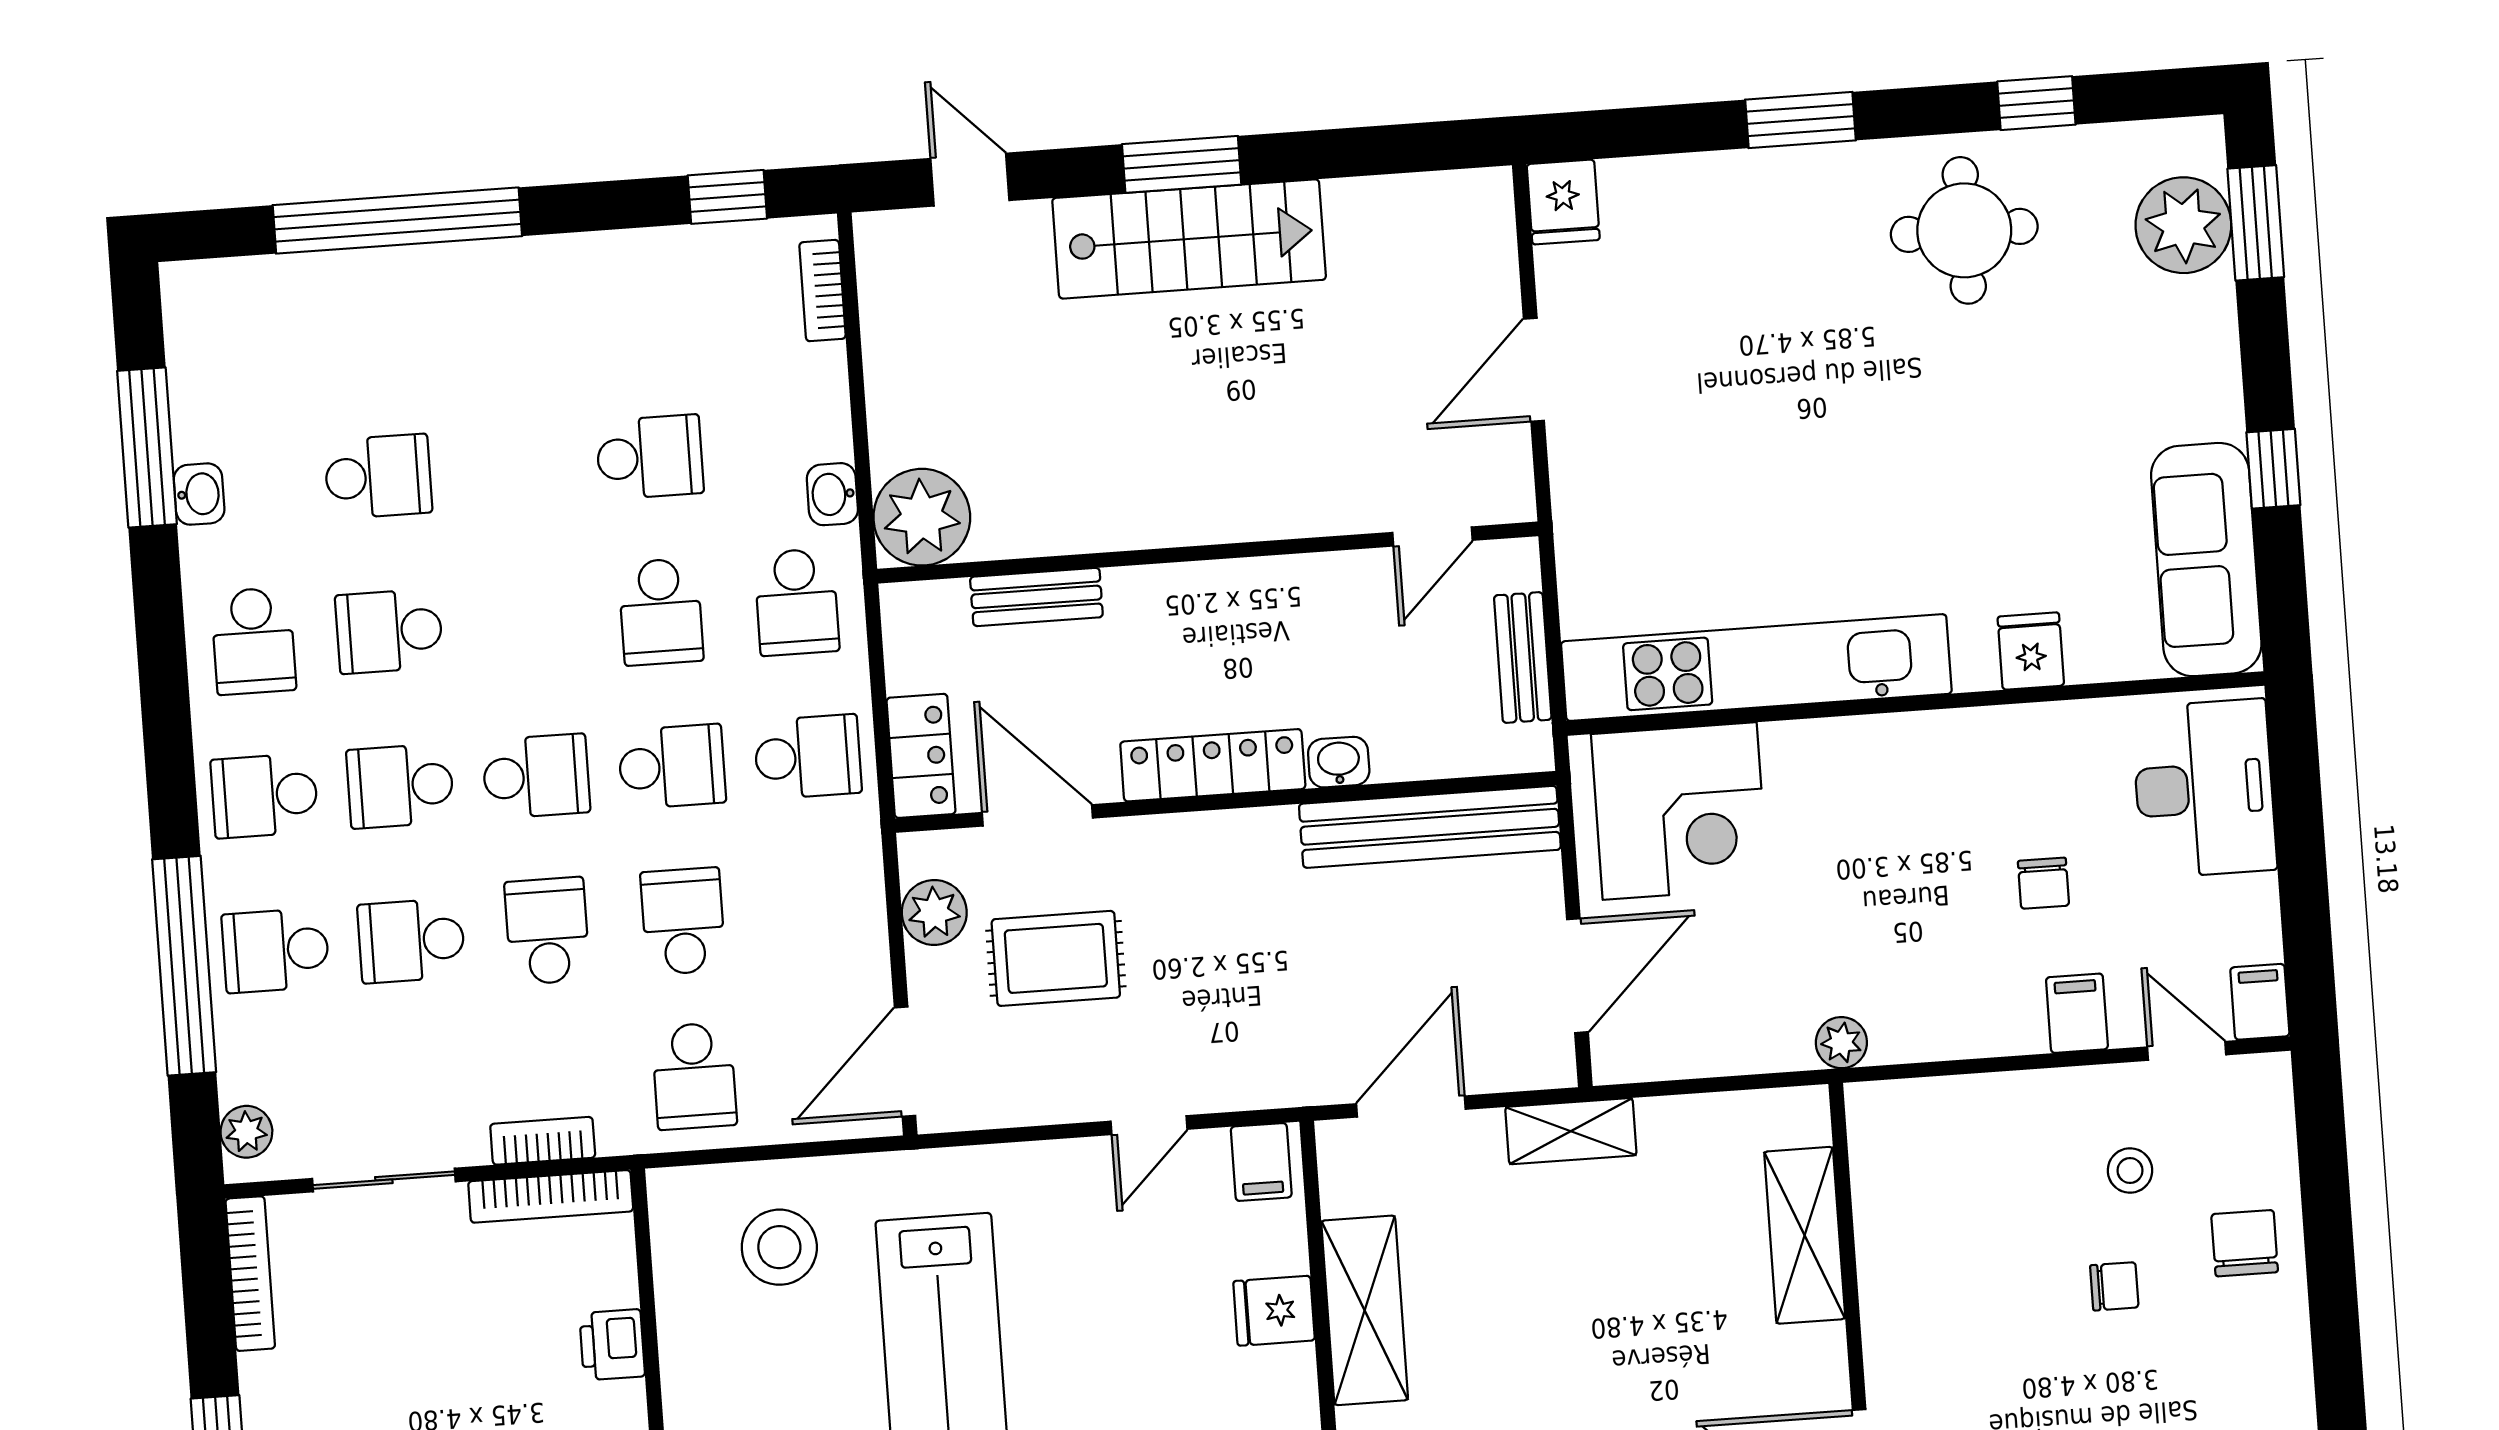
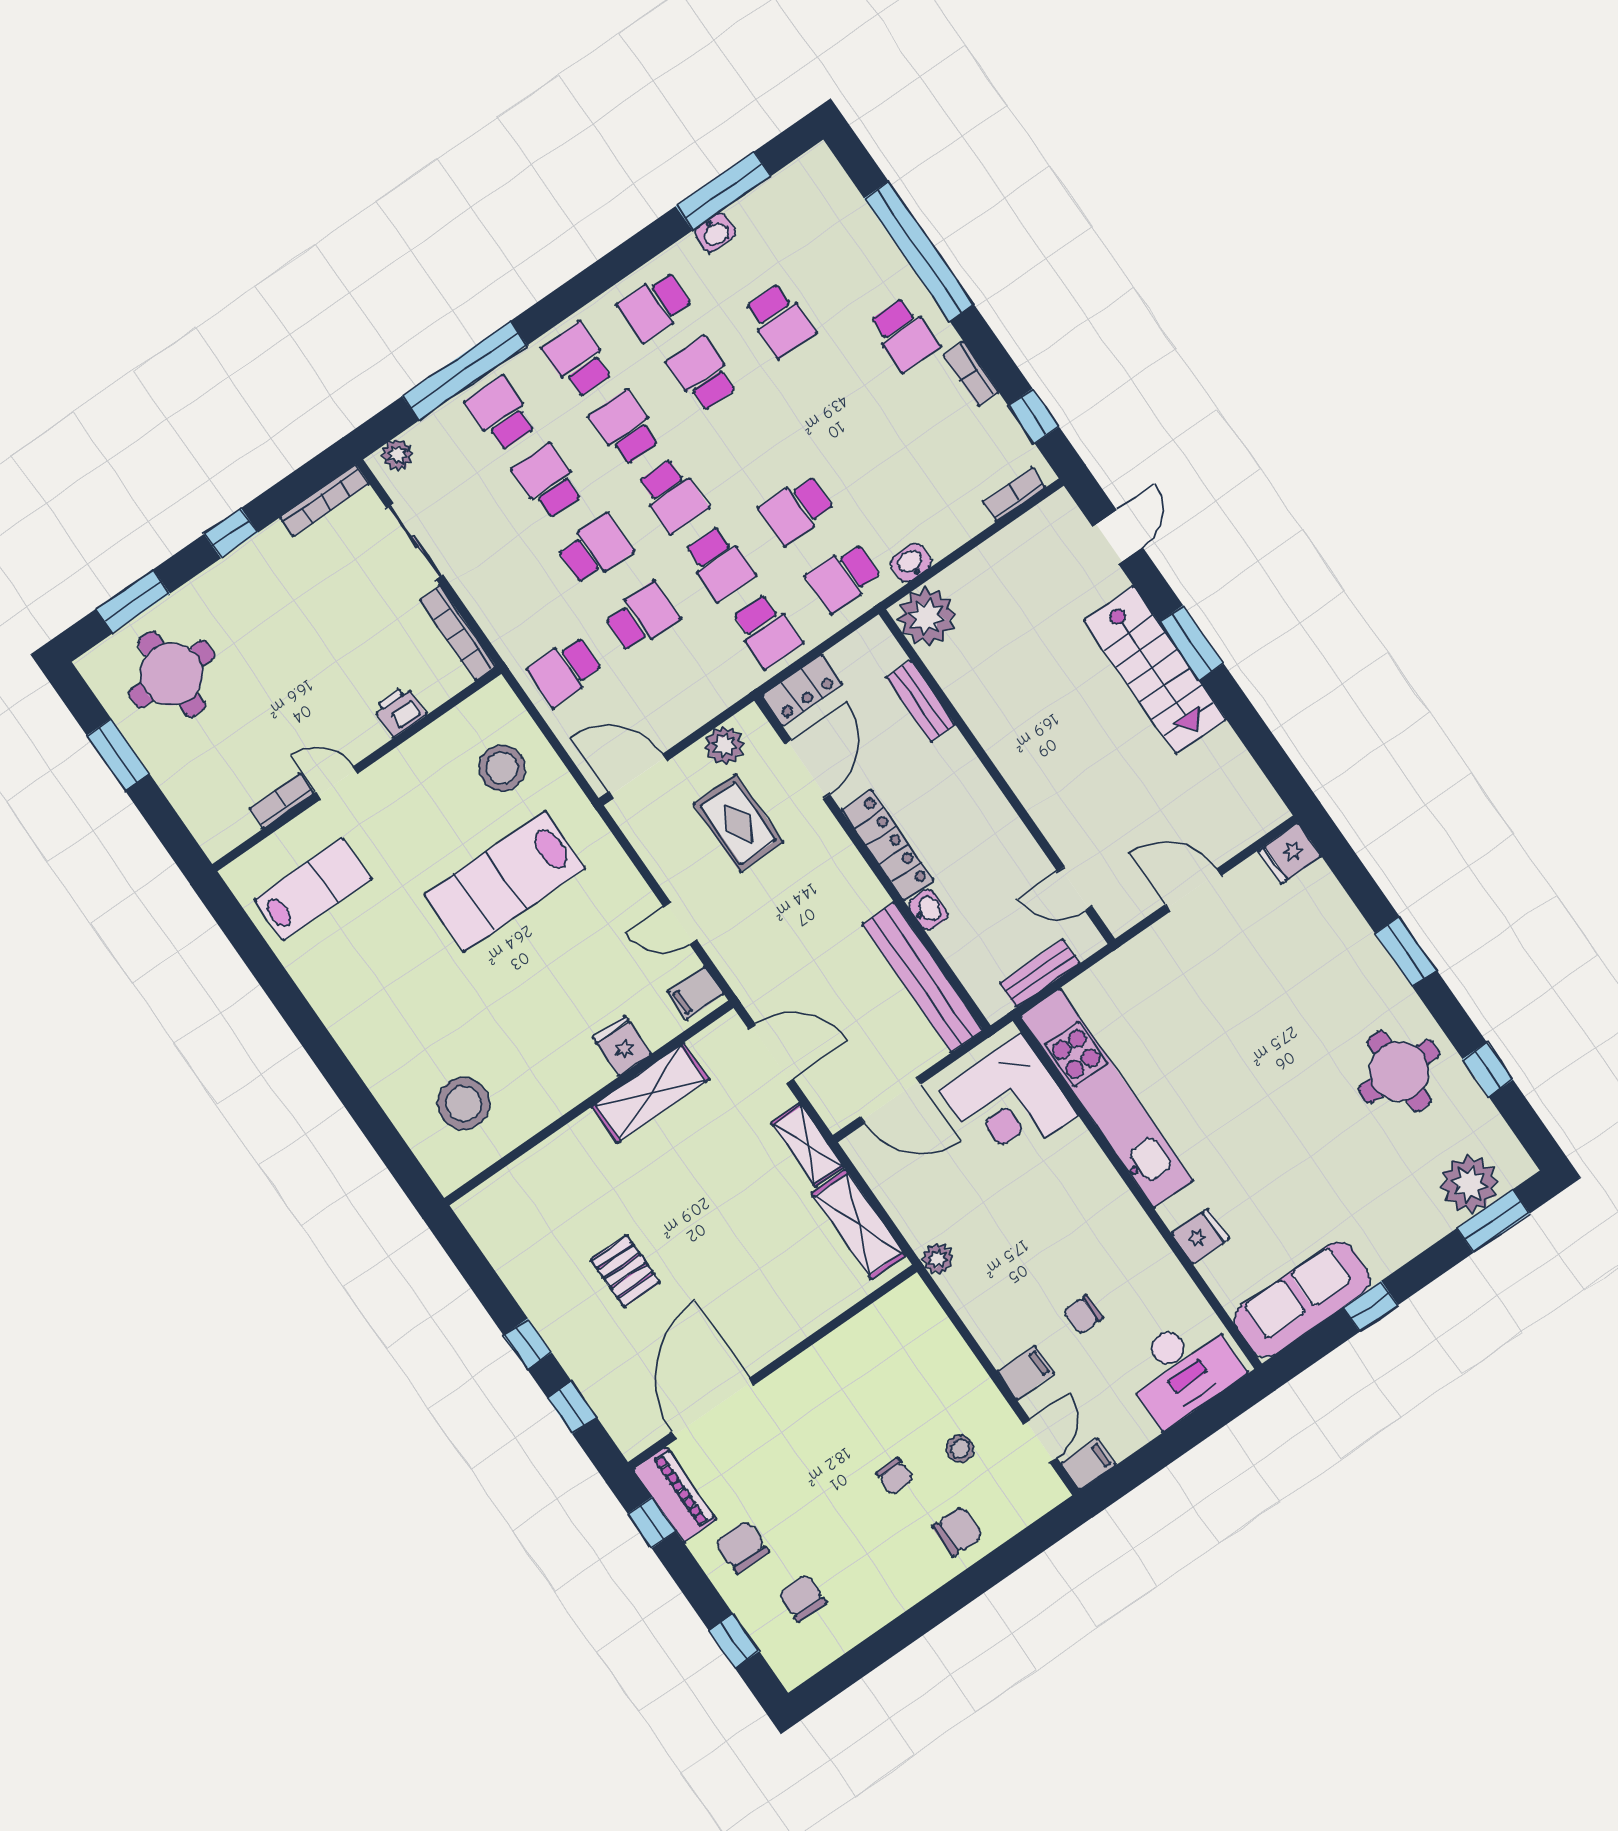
school desk: (650, 457) -> (904, 335), moved
bookcase: (543, 1141) -> (971, 374), moved, turned 180
shelving: (1805, 1235) -> (858, 1224), moved, turned 90

